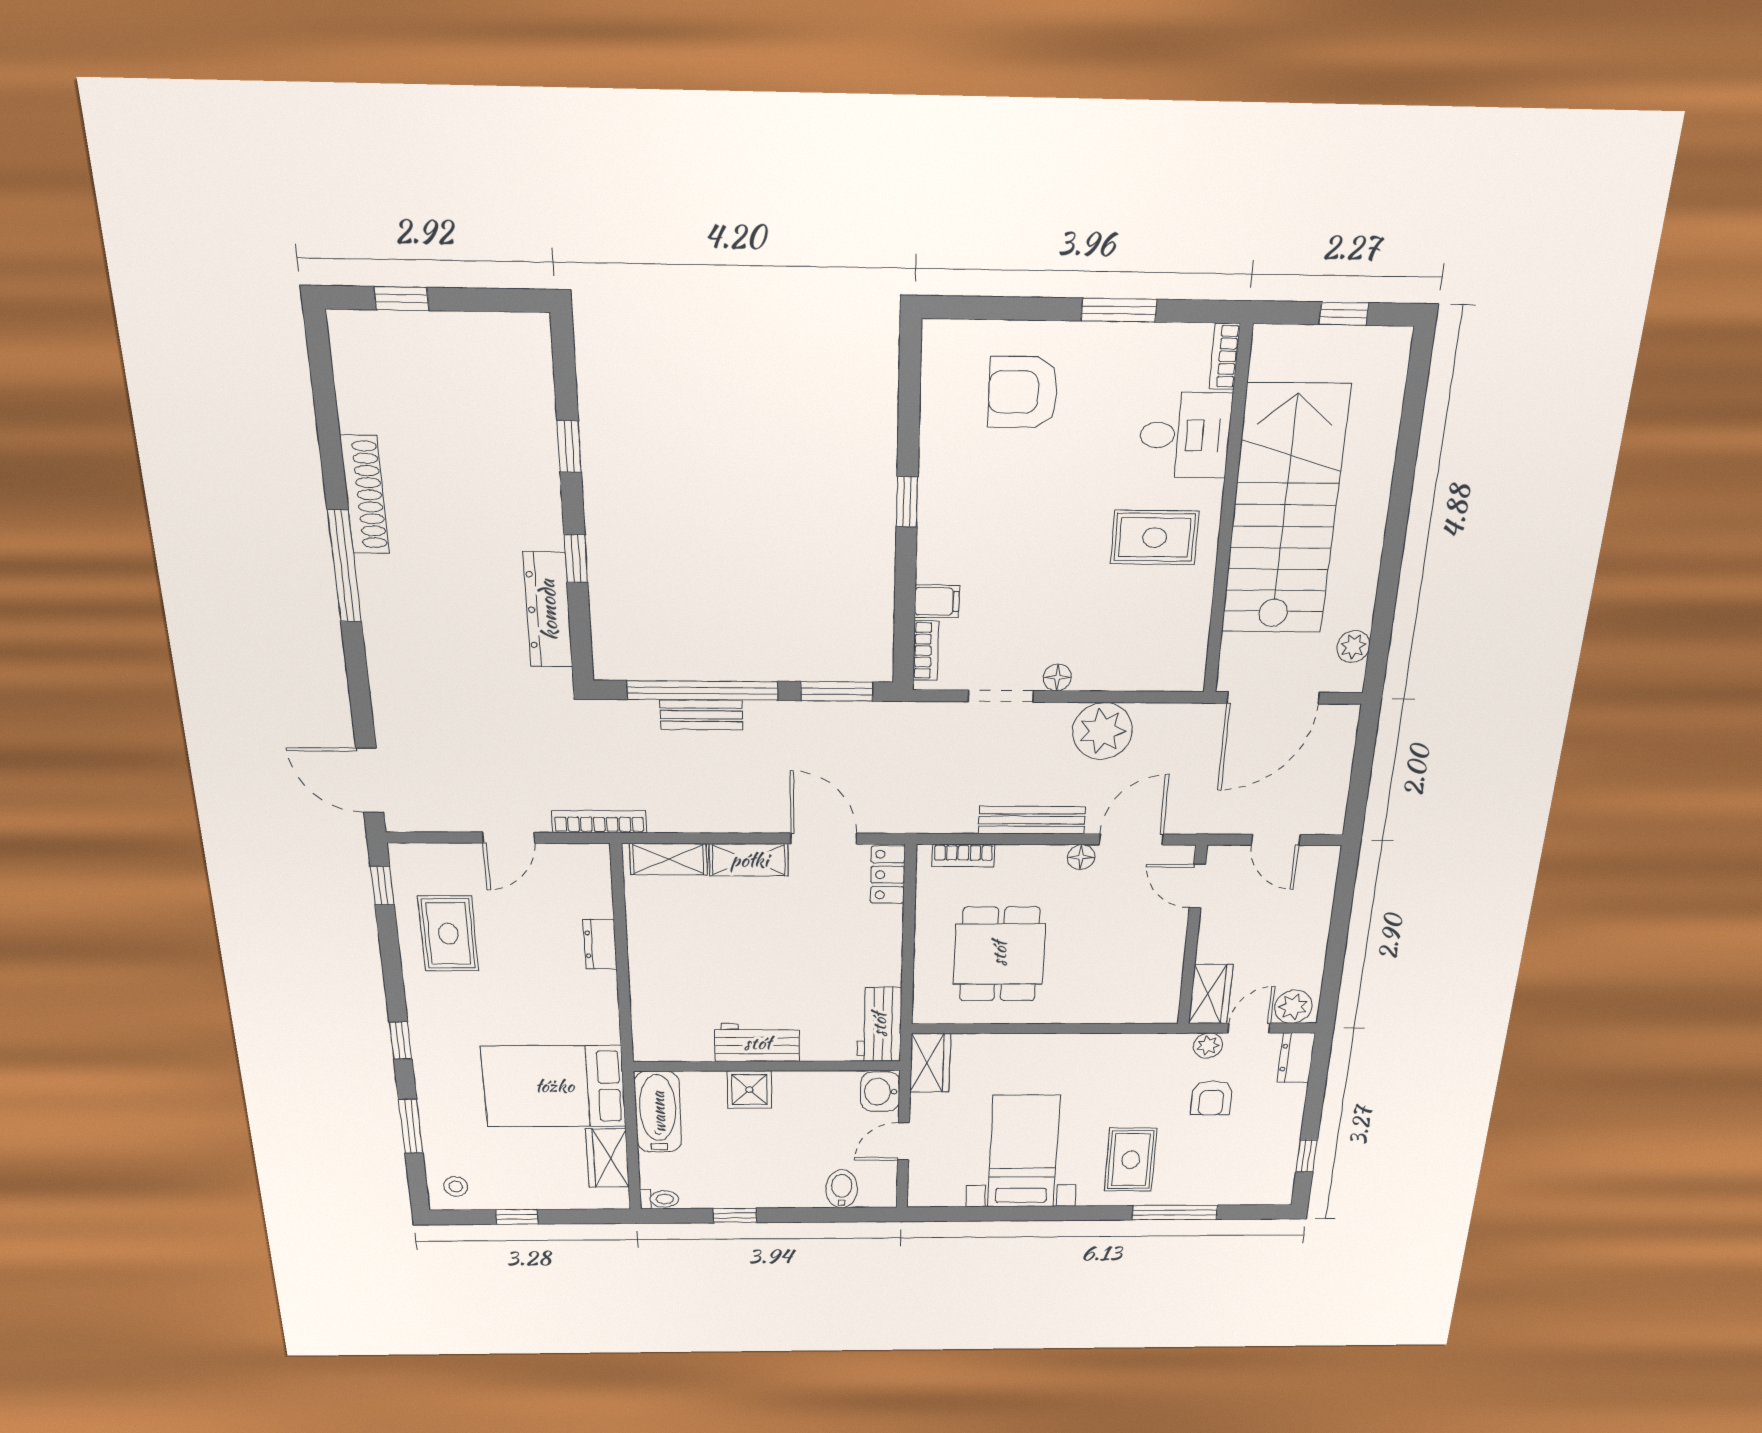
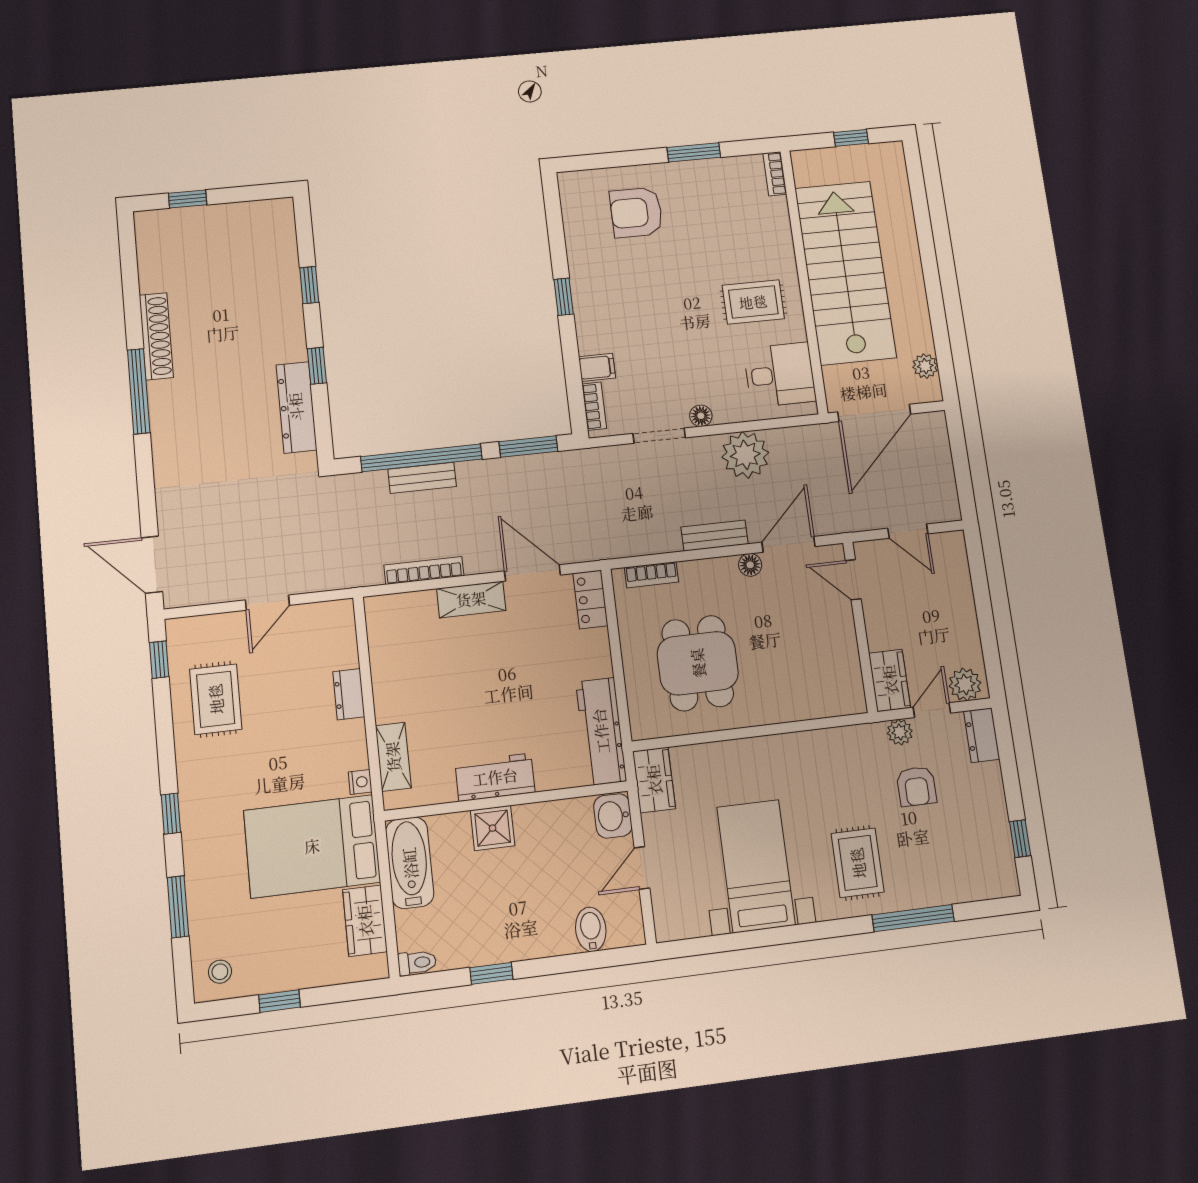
desk: (1185, 435) -> (780, 375), moved
bench: (1032, 820) -> (715, 536), width x0.73
bookcase: (599, 822) -> (424, 570), moved
shelving: (668, 859) -> (393, 757), moved, turned 90
workbench: (879, 1025) -> (601, 731), width x1.38
nightstand: (609, 1032) -> (360, 782), added

